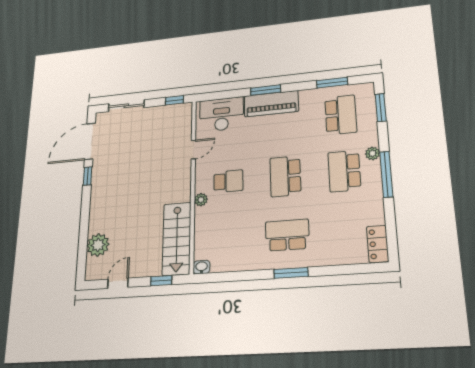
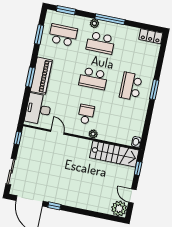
plant: (98, 245) -> (119, 209), moved

